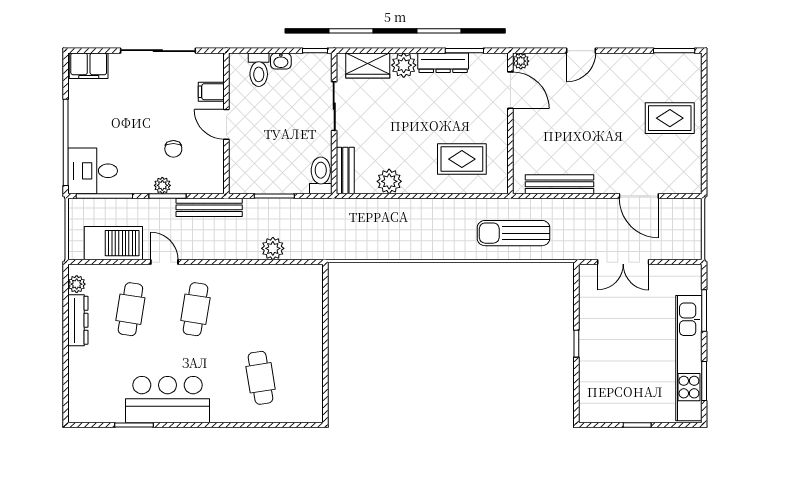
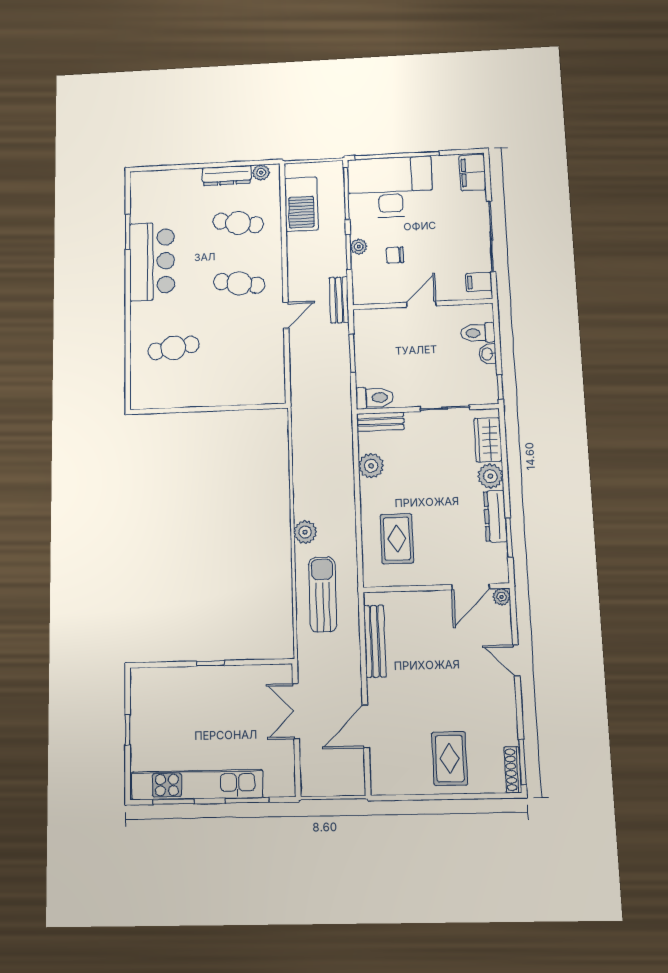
shoe rack: (681, 60) -> (513, 770), added
filing cabinet: (211, 92) -> (479, 282), moved, turned -90
desk: (93, 171) -> (390, 187), width x1.87, depth x1.30
bench: (209, 207) -> (339, 300), width x0.73
plant: (273, 248) -> (305, 532), moved
door: (164, 262) -> (286, 315), moved

